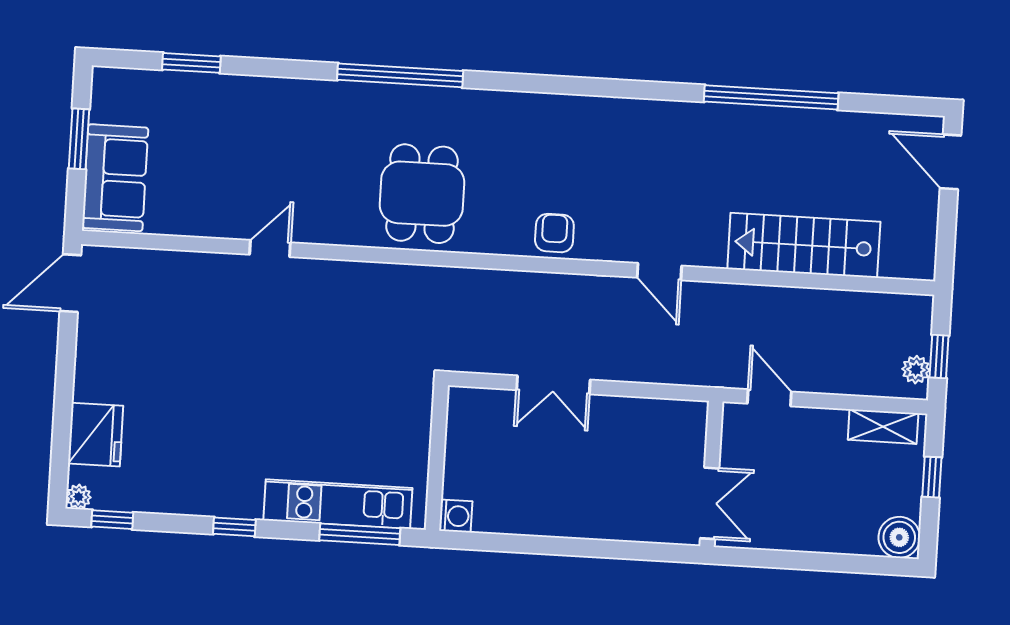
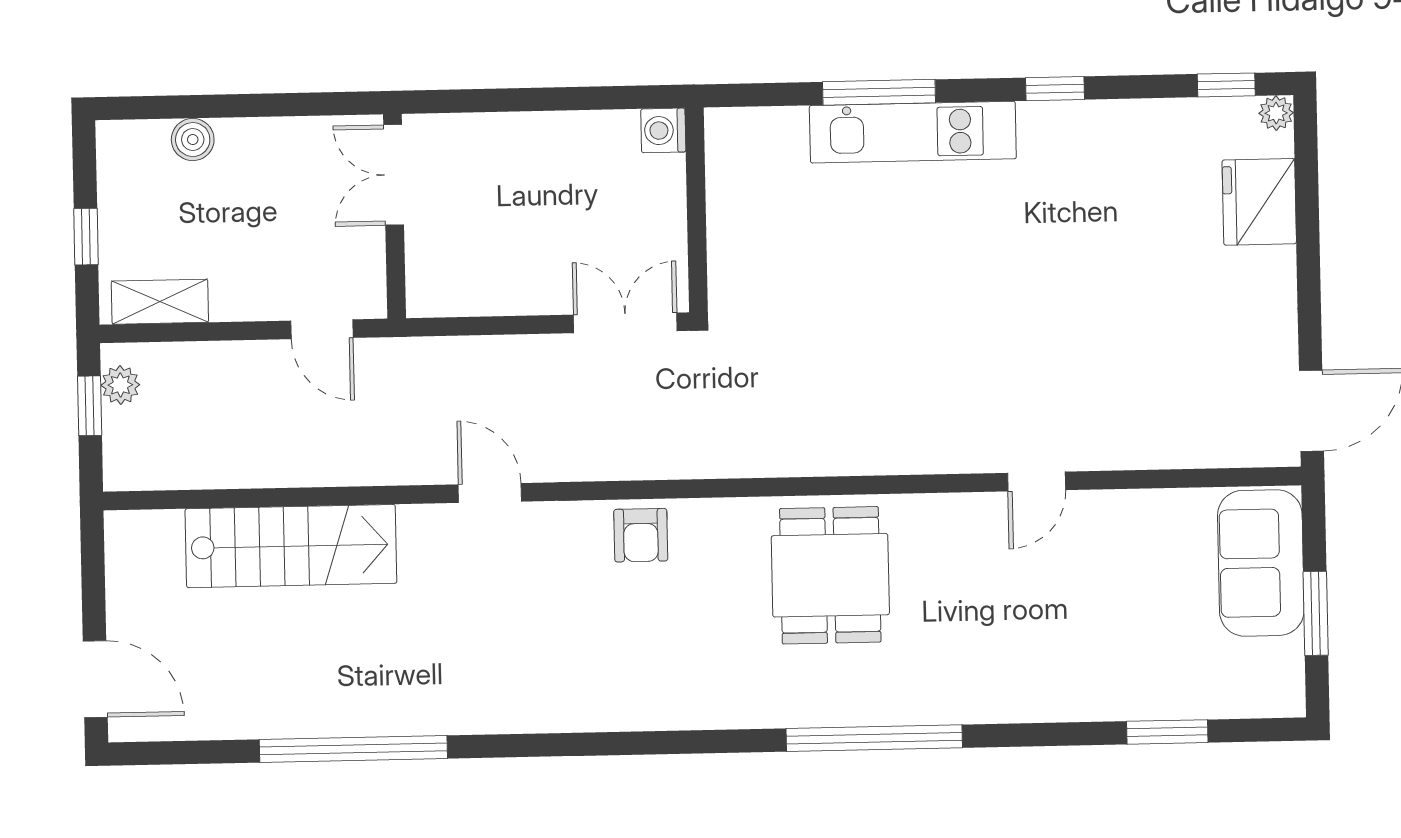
wall: (437, 458) -> (696, 210), moved
washing machine: (456, 516) -> (663, 130), moved
boiler: (899, 537) -> (193, 140), moved, width x0.73, depth x0.73

